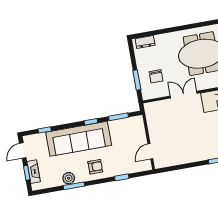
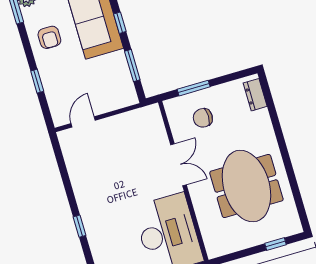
door: (150, 151) -> (83, 122), hinge flipped

